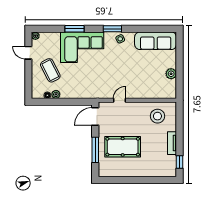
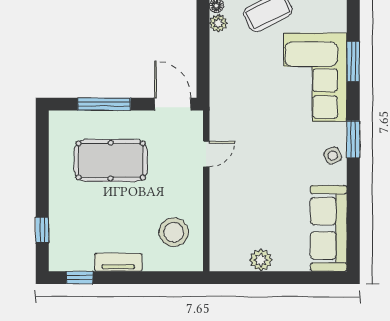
door: (119, 100) -> (206, 154), hinge flipped
pool table: (123, 147) -> (111, 160), turned 90
window: (156, 180) -> (42, 230), added

